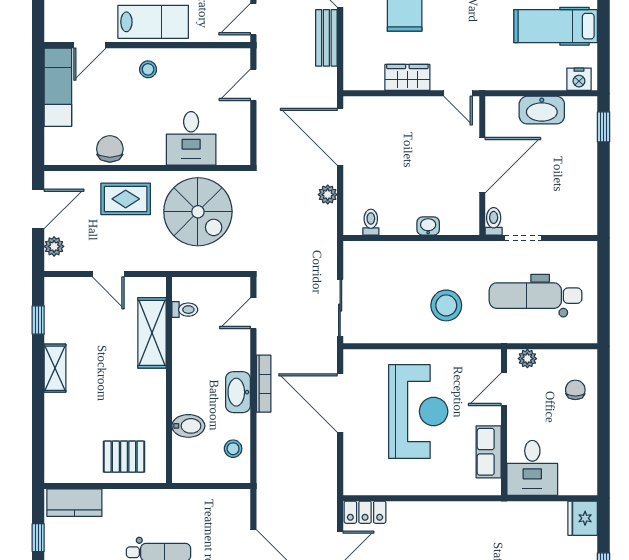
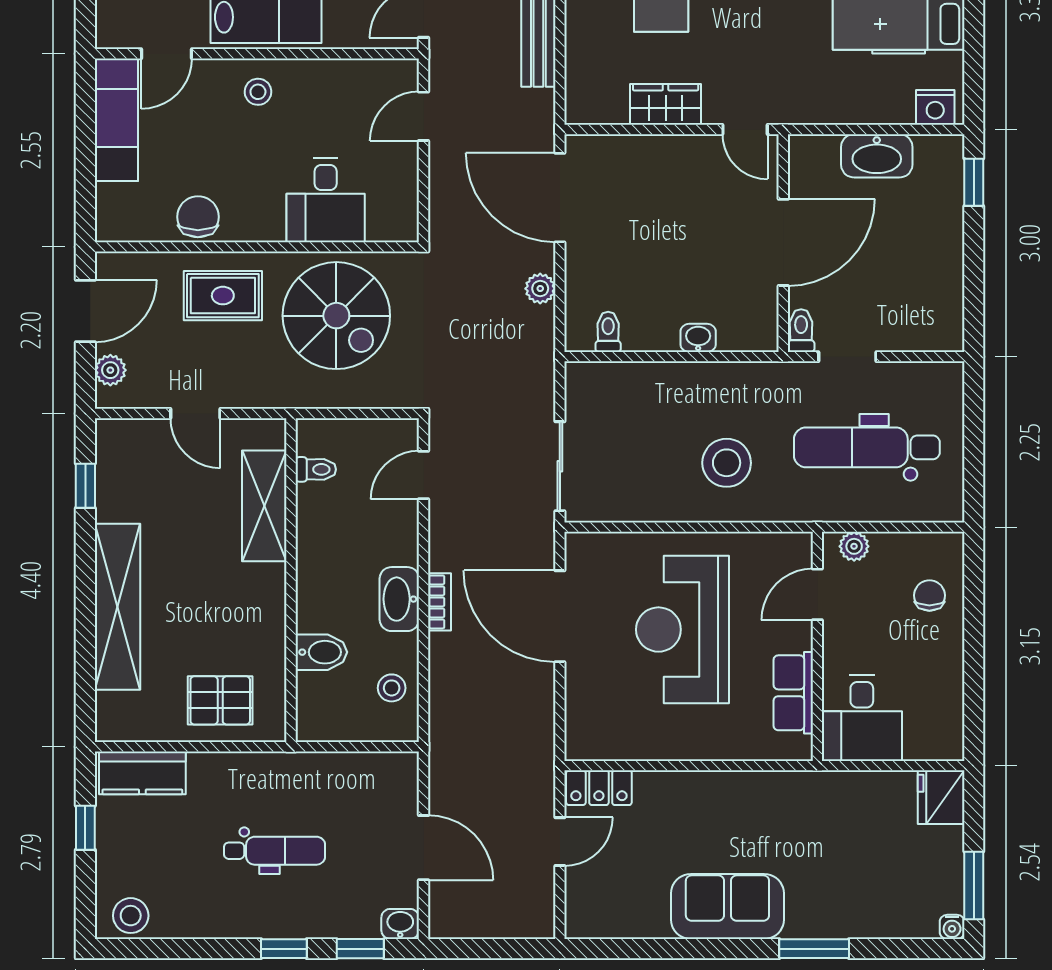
shelving: (55, 368) -> (117, 607), width x2.20, depth x1.33
bookcase: (264, 384) -> (440, 602), width x0.64
reception desk: (418, 412) -> (683, 630), turned 180

